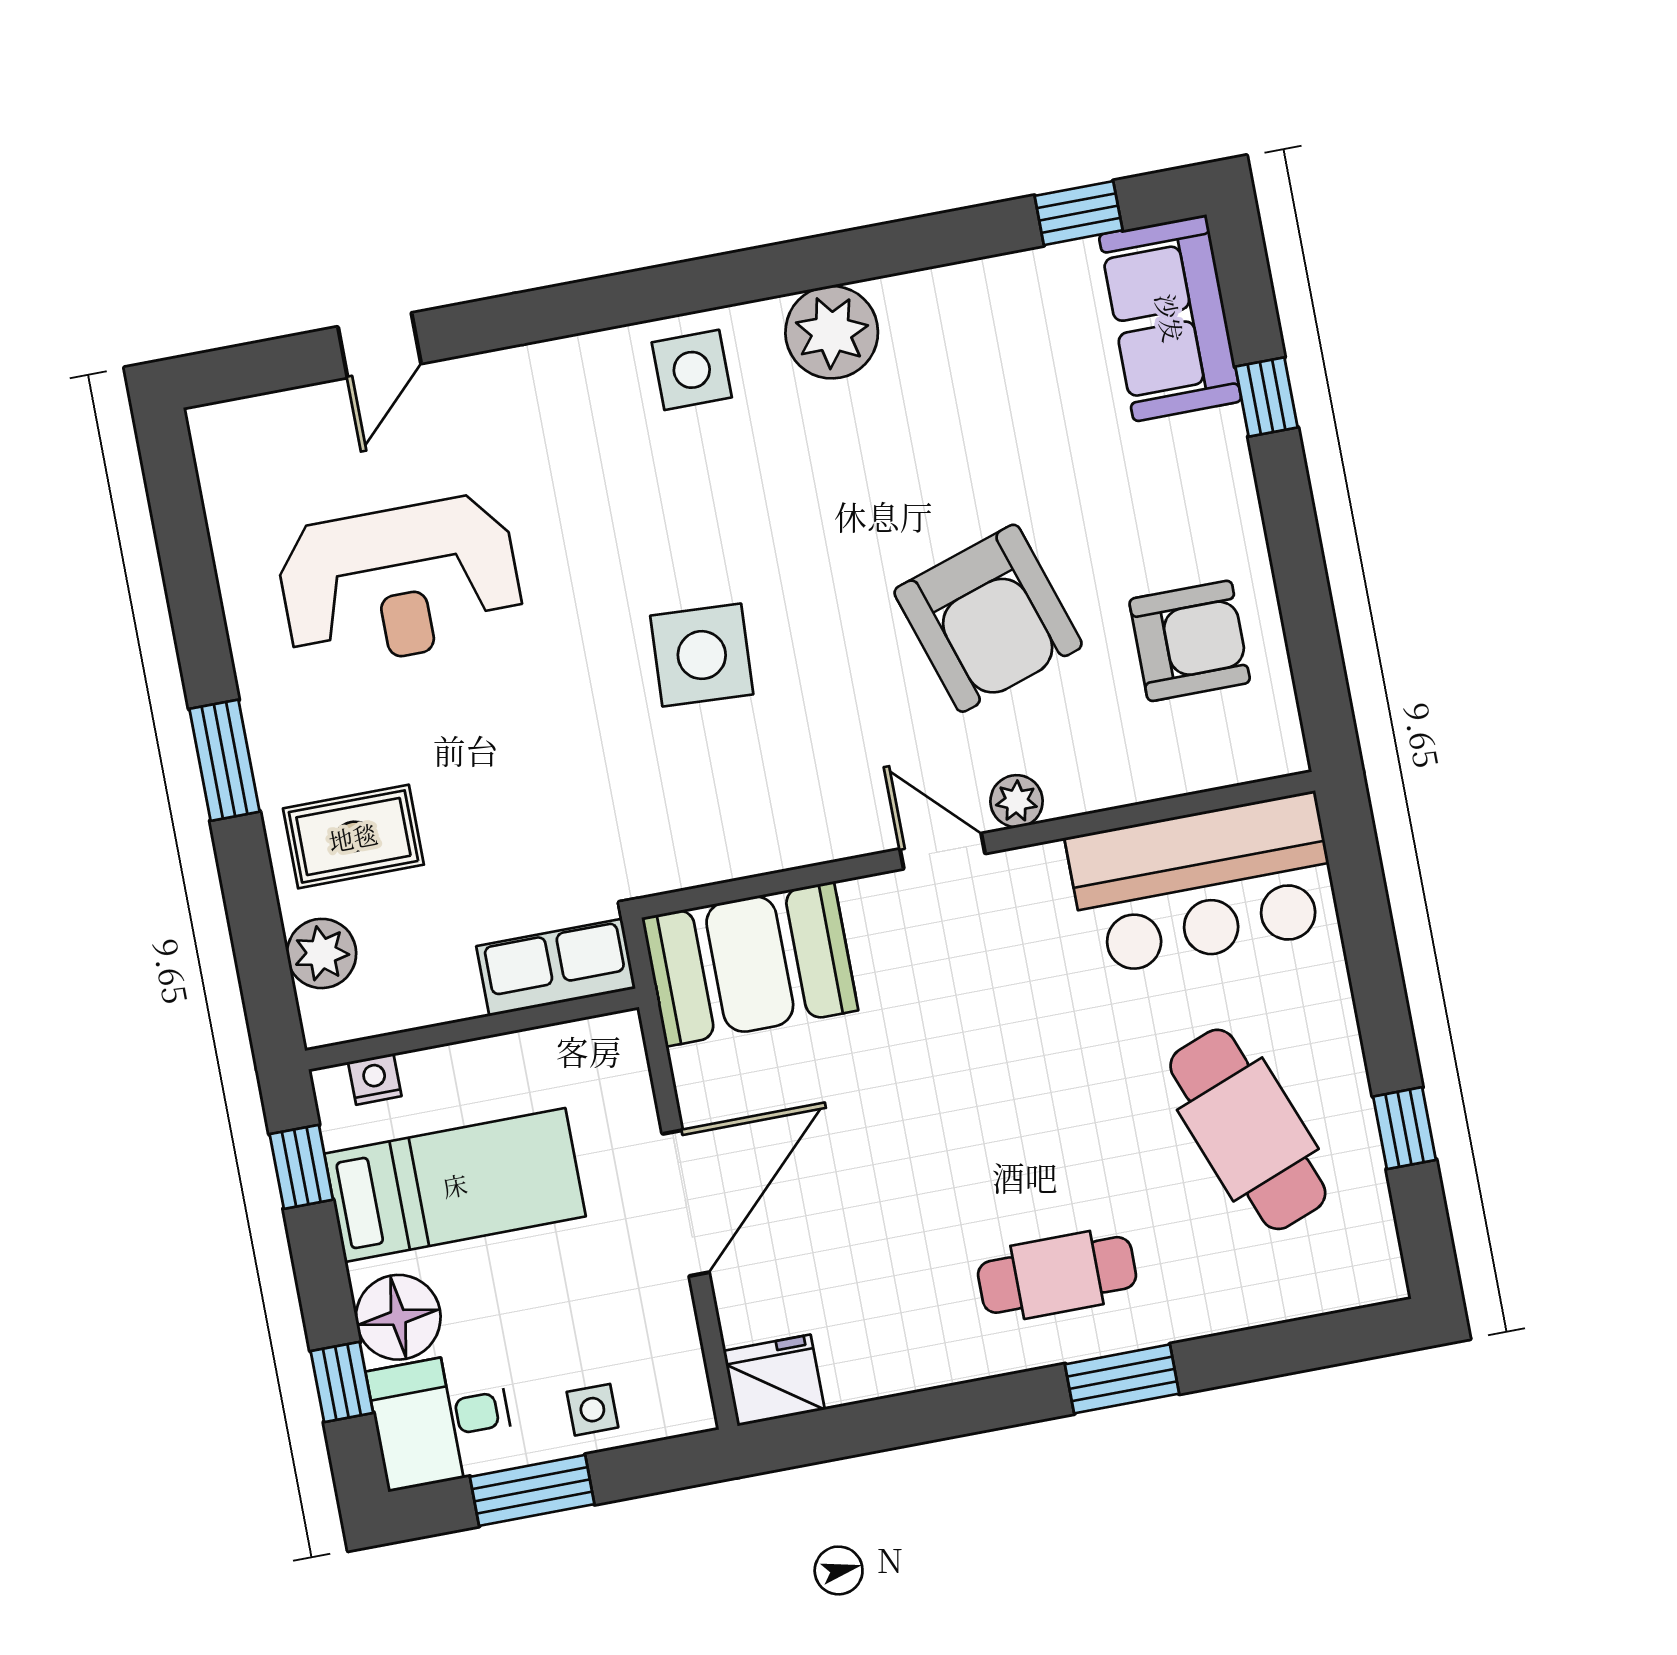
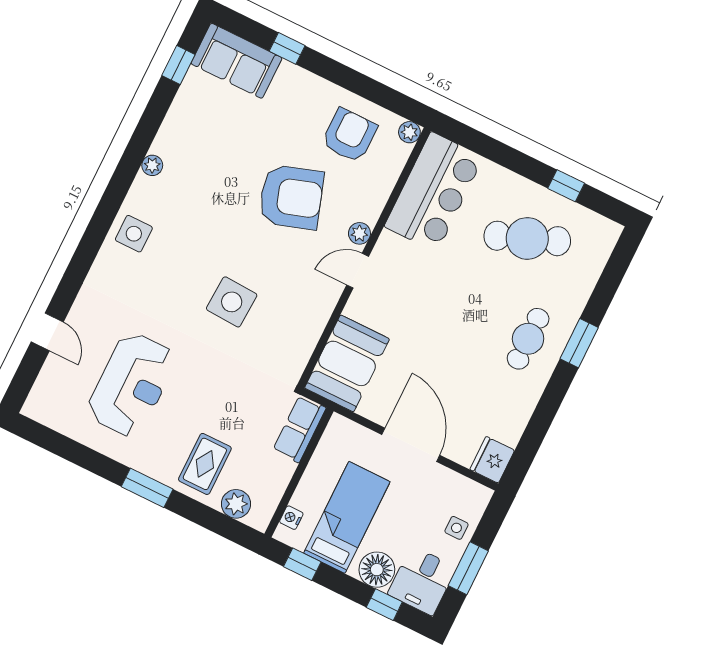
plant: (832, 332) -> (152, 165), width x0.53, depth x0.53
plant: (1282, 751) -> (409, 132), added

